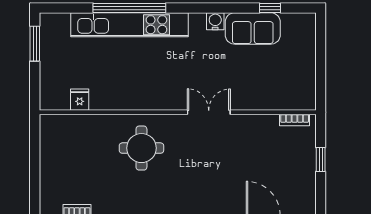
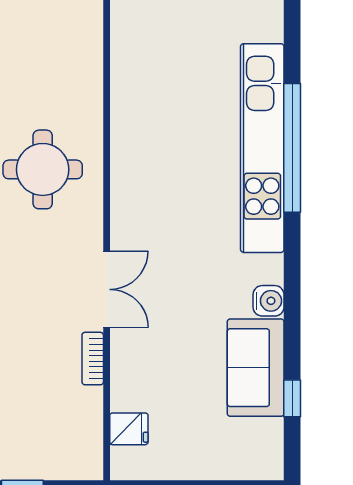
fridge: (80, 100) -> (129, 429), moved
bookcase: (295, 120) -> (93, 359), moved

